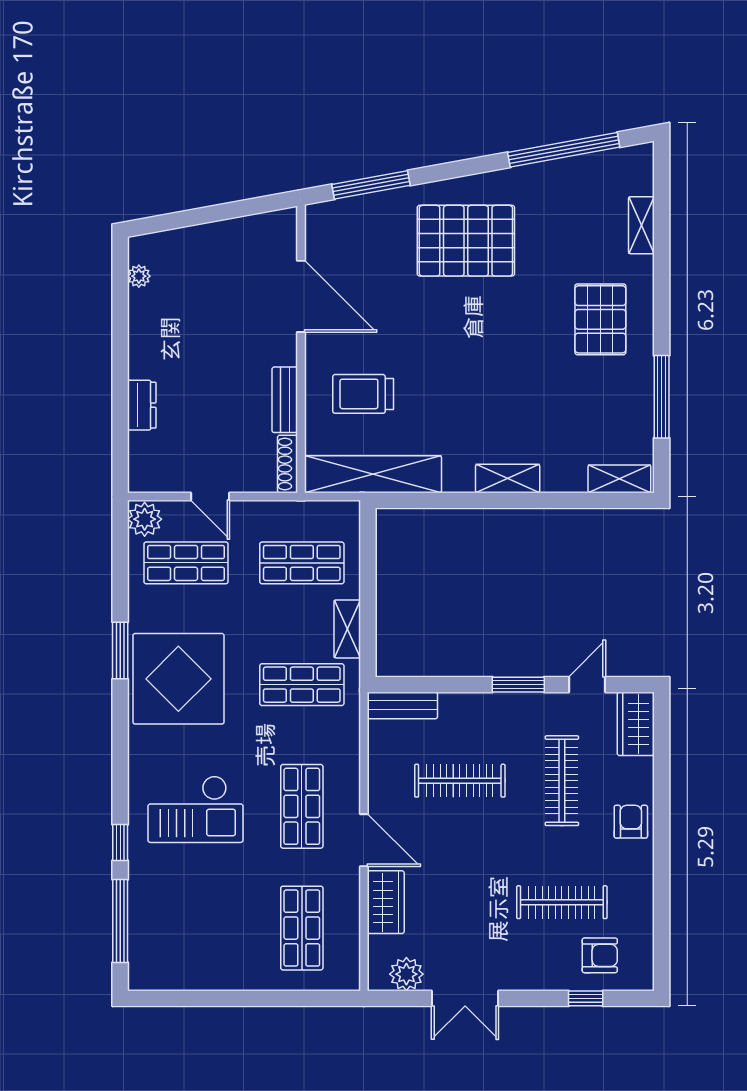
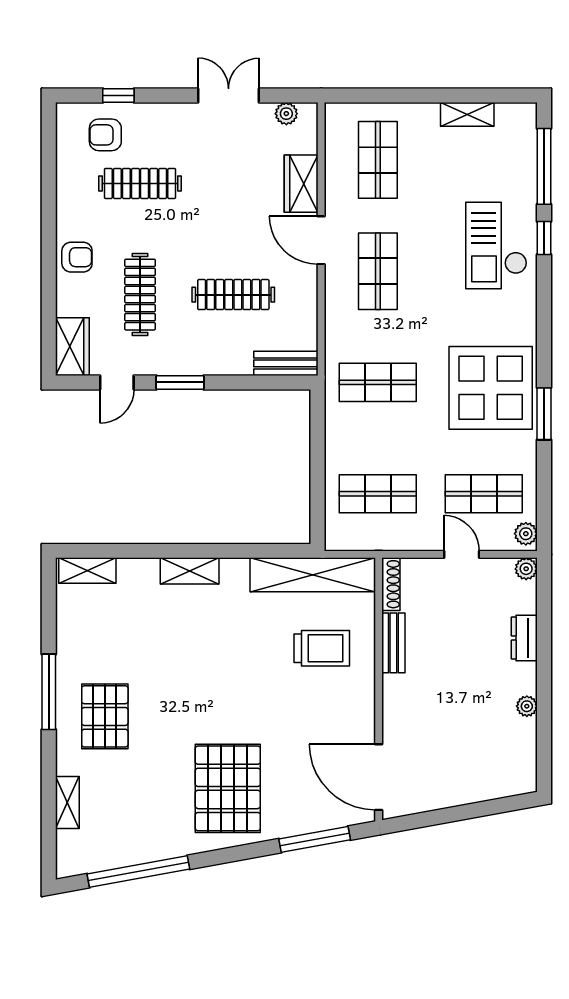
pallet: (466, 241) -> (228, 788), turned 90
plant: (139, 276) -> (527, 706), moved
door: (301, 296) -> (379, 777), moved
window: (662, 397) -> (49, 692), moved
plant: (140, 481) -> (526, 569), added
plant: (145, 519) -> (526, 534), width x0.73, depth x0.73
shelving: (347, 629) -> (467, 114), moved, turned 90
checkout: (195, 809) -> (496, 246), moved, turned -90
armchair: (631, 822) -> (77, 257), turned -90
plant: (406, 974) -> (286, 114), width x0.73, depth x0.73

